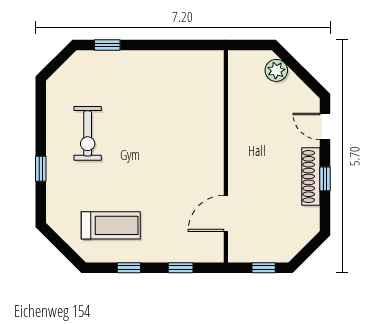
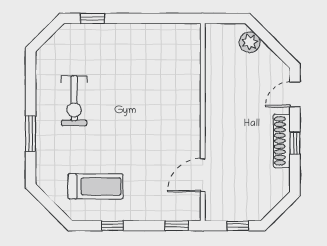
door: (325, 126) -> (295, 94), hinge flipped
window: (41, 169) -> (31, 134), width x1.50
window: (181, 268) -> (177, 226), moved

